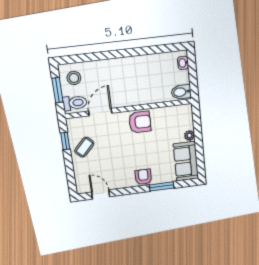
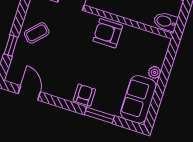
armchair: (140, 122) -> (108, 33), turned 180
window: (65, 141) -> (11, 45), moved

